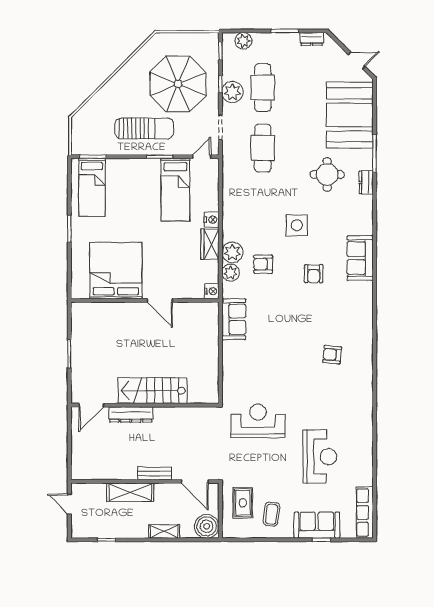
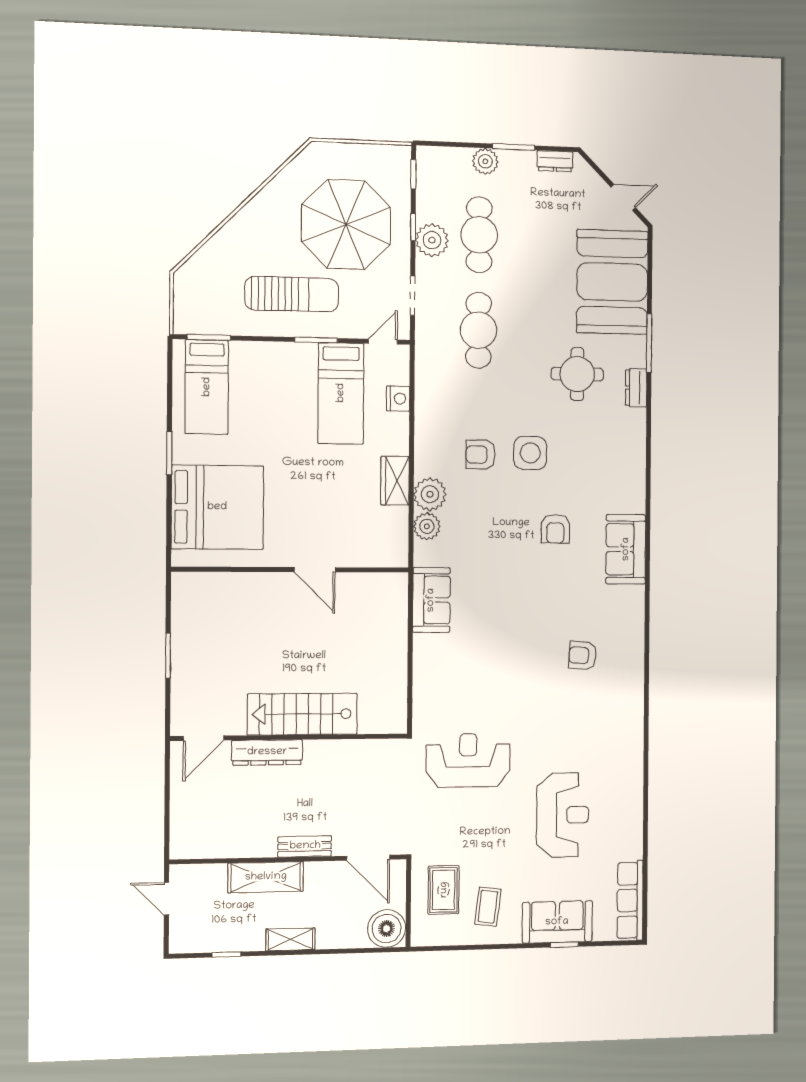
plant: (243, 41) -> (485, 161), moved
nightstand: (212, 220) -> (398, 399), moved
sofa: (360, 258) -> (626, 549), moved
armchair: (263, 264) -> (481, 455), moved
bed: (116, 271) -> (217, 507), moved, turned 90
nightstand: (212, 291) -> (397, 555), removed
shelving: (164, 531) -> (290, 939), moved

